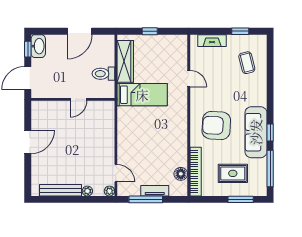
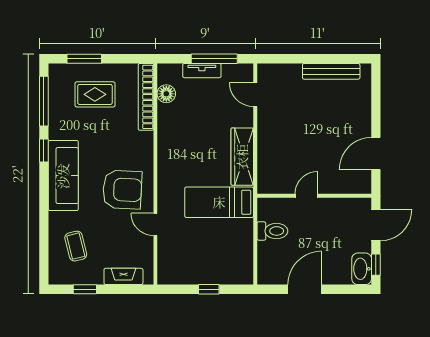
wardrobe: (125, 61) -> (242, 157), moved
armchair: (216, 126) -> (122, 190), moved
sofa: (256, 132) -> (63, 176), moved
door: (28, 142) -> (376, 154), moved
plant: (87, 191) -> (294, 70), removed
plant: (109, 191) -> (264, 70), removed

